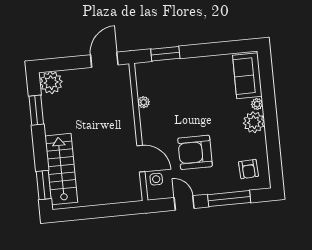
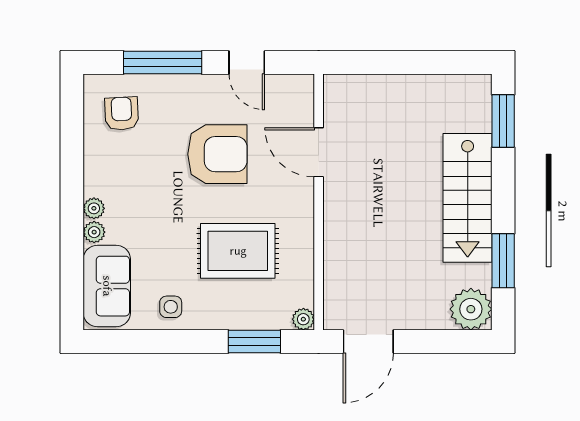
plant: (144, 102) -> (303, 319), moved
rug: (179, 102) -> (238, 251), added
plant: (254, 122) -> (94, 208), width x0.53, depth x0.53
stairs: (61, 169) -> (468, 198), moved
side table: (156, 179) -> (171, 307), moved

